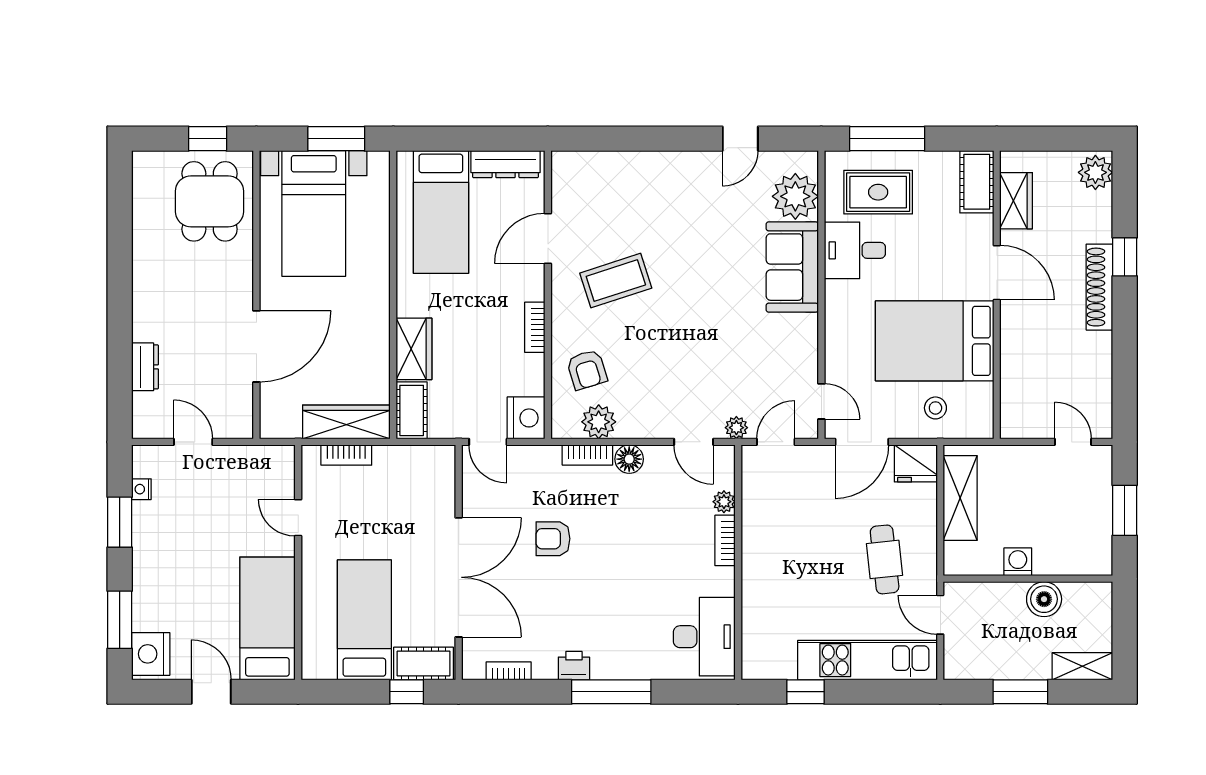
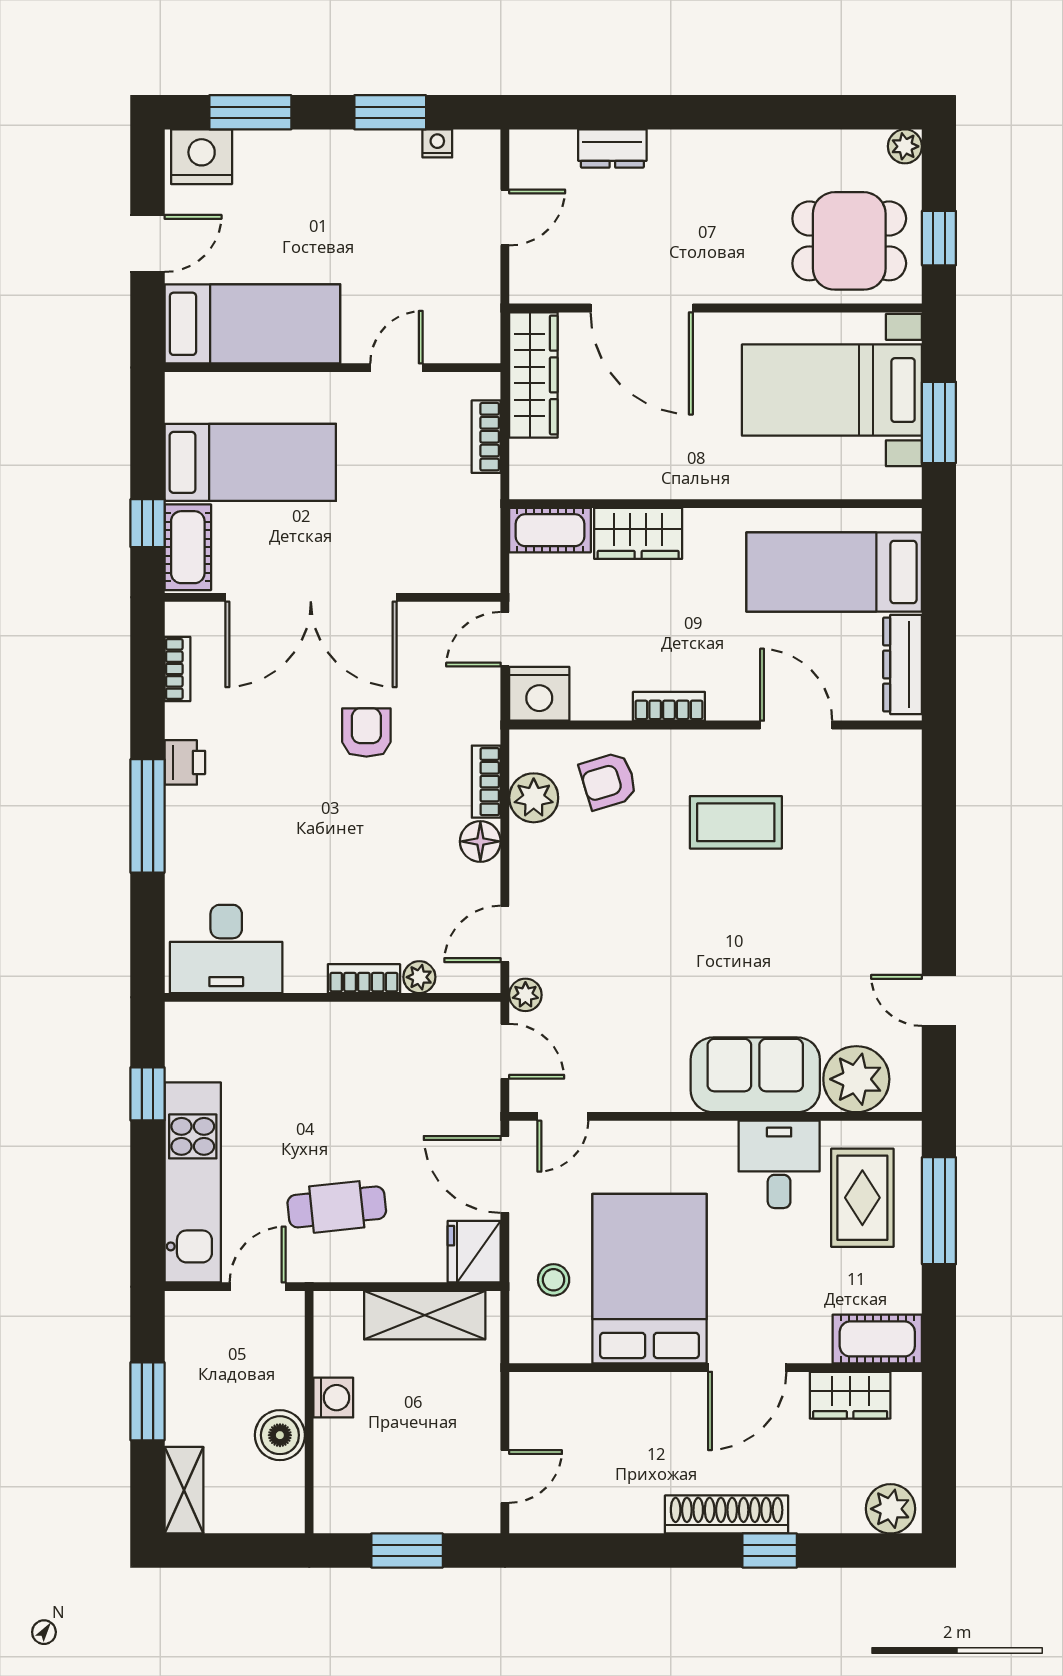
plant: (143, 162) -> (905, 146), added
coffee table: (616, 281) -> (736, 822), turned -72
wardrobe: (346, 422) -> (533, 375), moved

